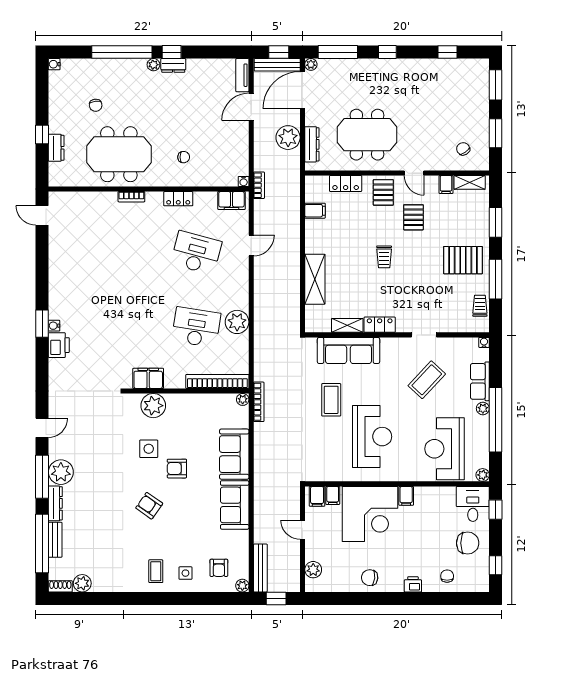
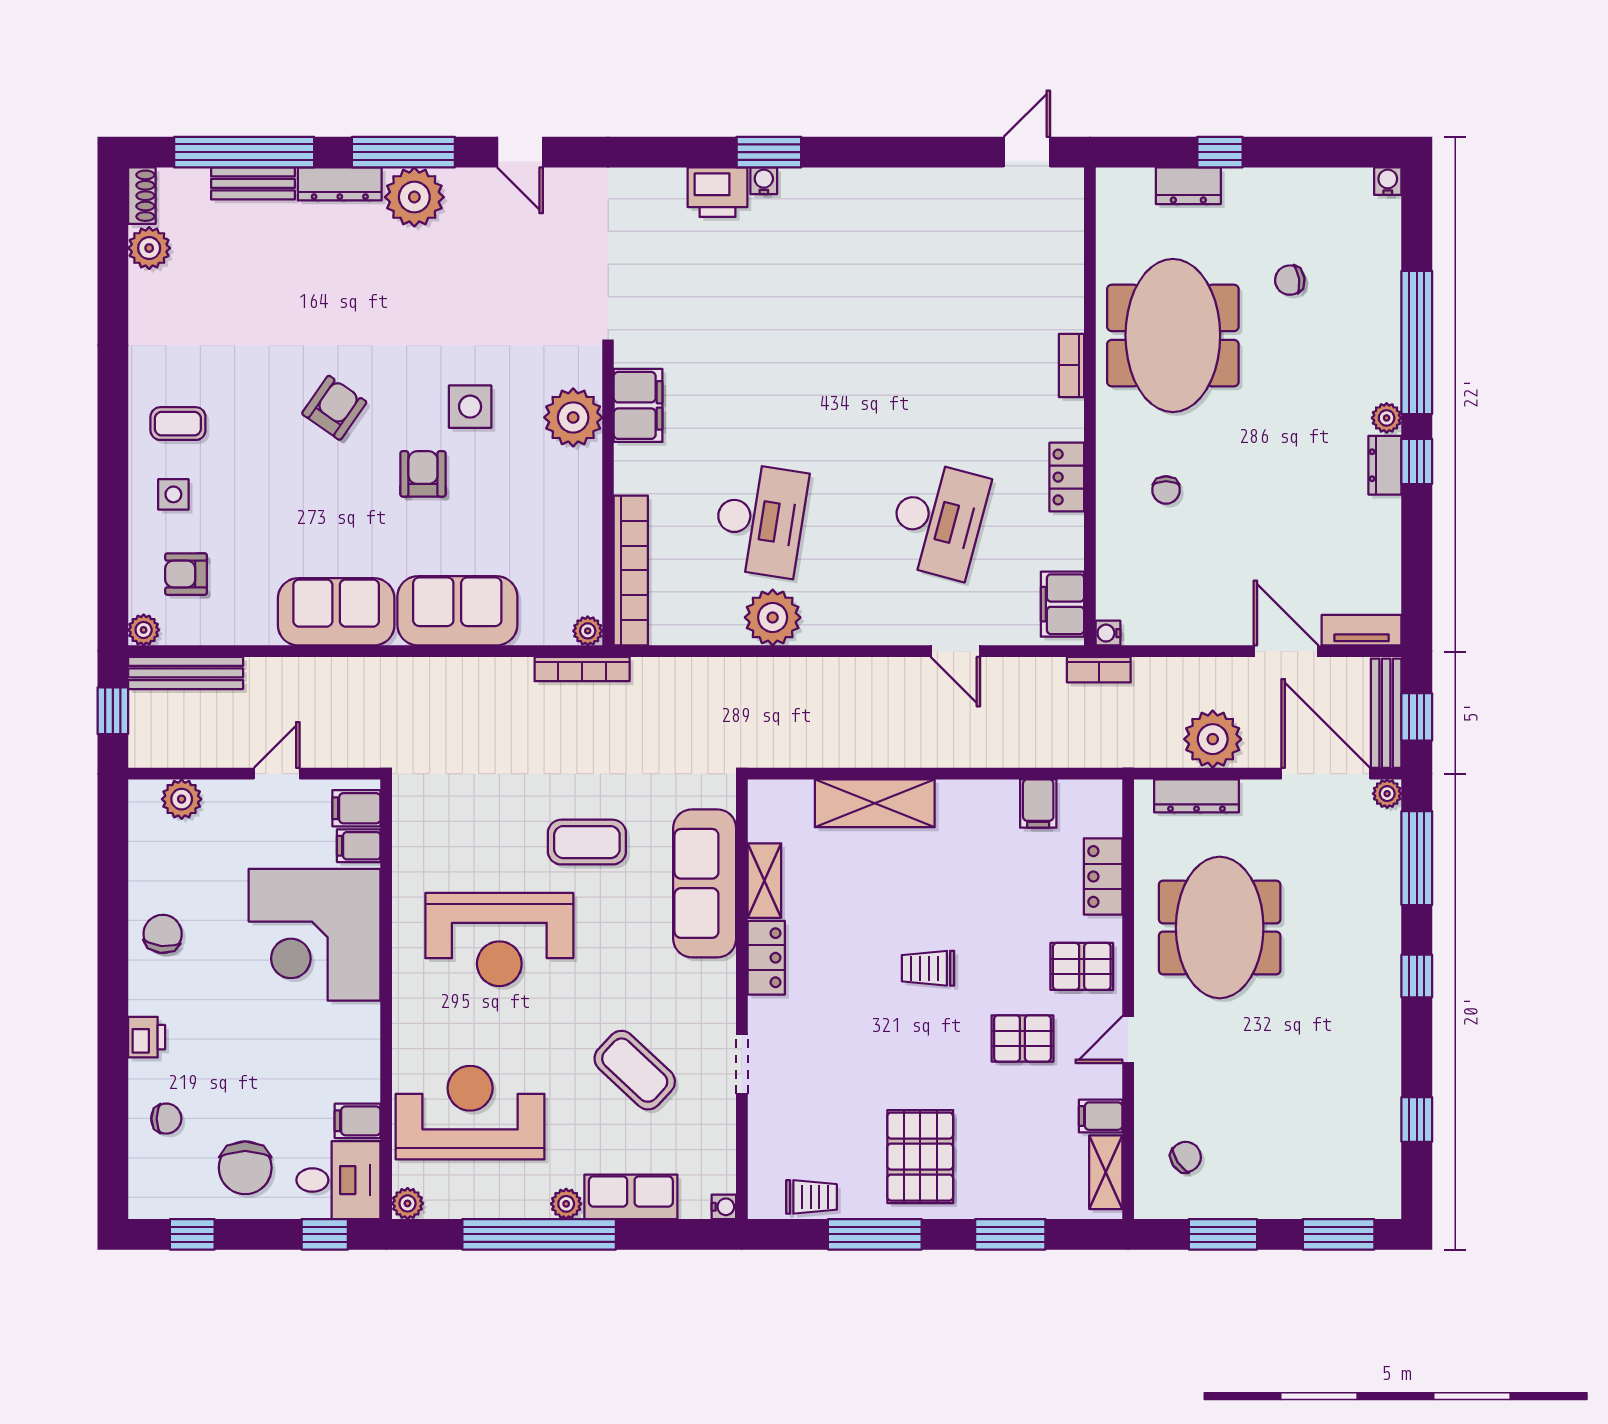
filing cabinet: (406, 496) -> (358, 1121), moved

